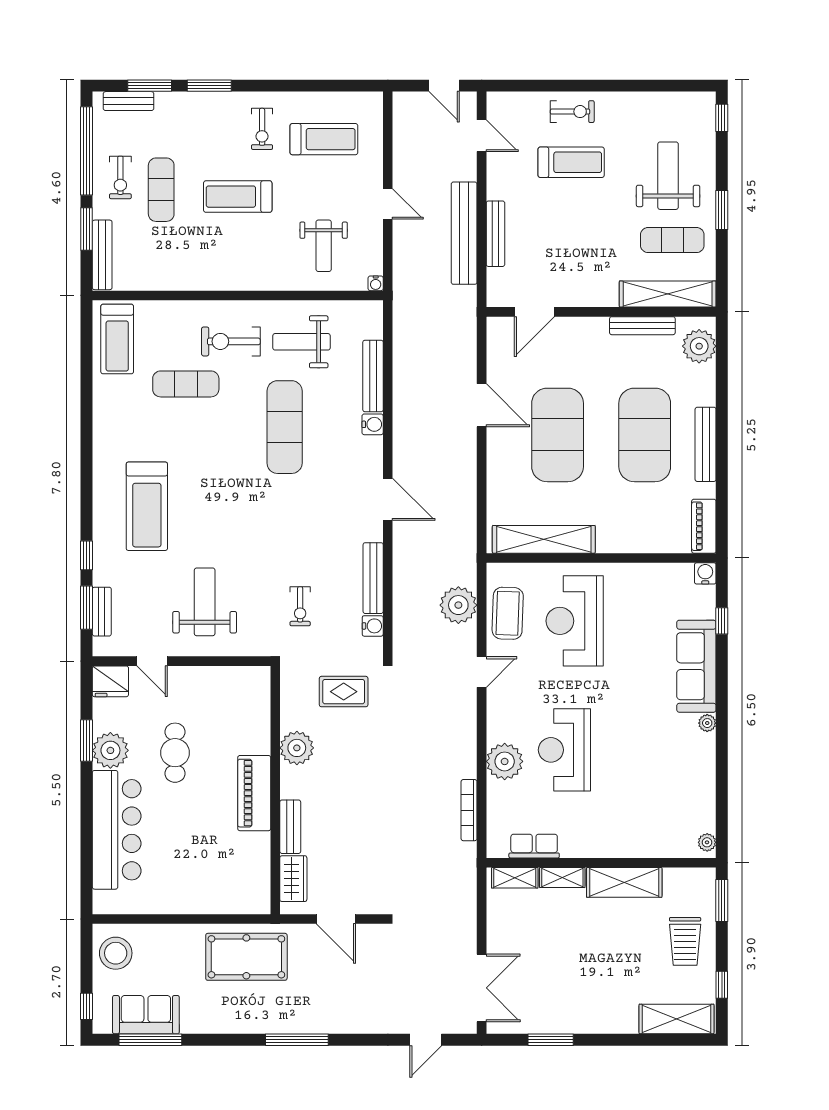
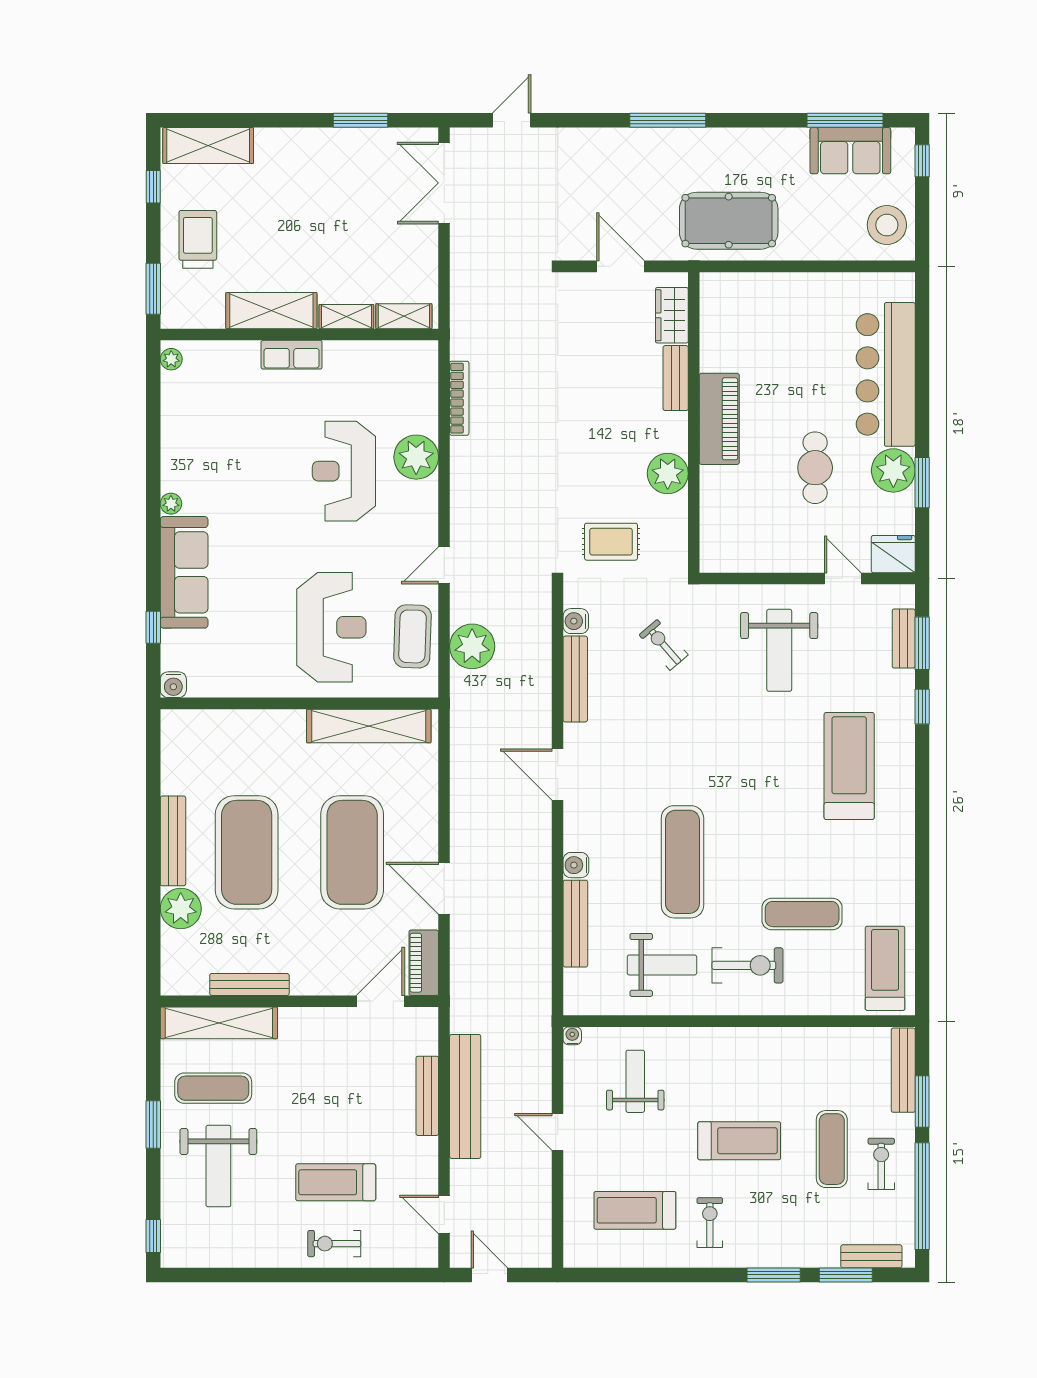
plant: (699, 346) -> (181, 909), moved
piano: (704, 526) -> (424, 963), moved, turned 180
exercise bike: (300, 606) -> (664, 645), turned -41
reception desk: (564, 750) -> (344, 471), turned 180
row of seats: (534, 846) -> (292, 355), moved

